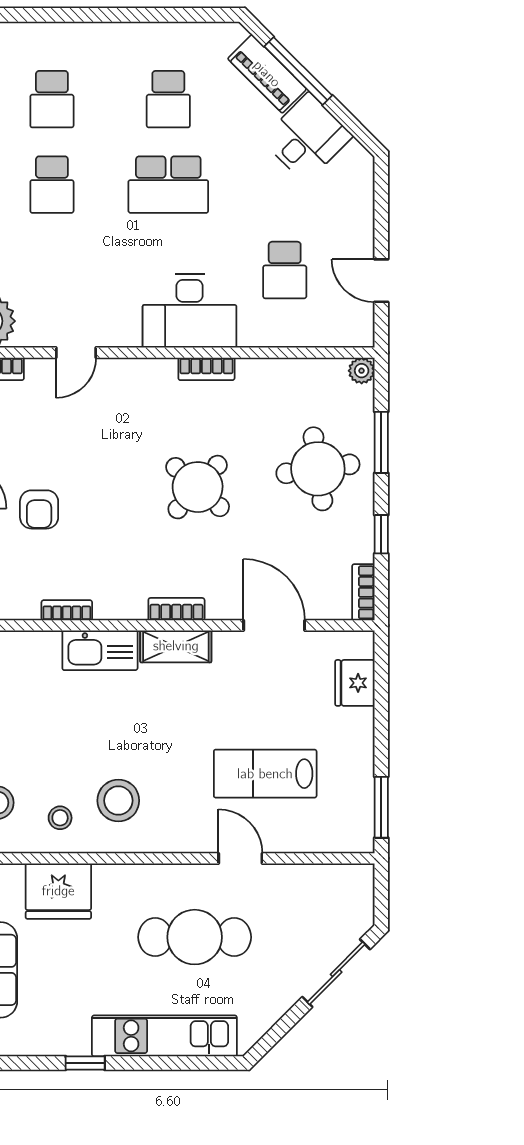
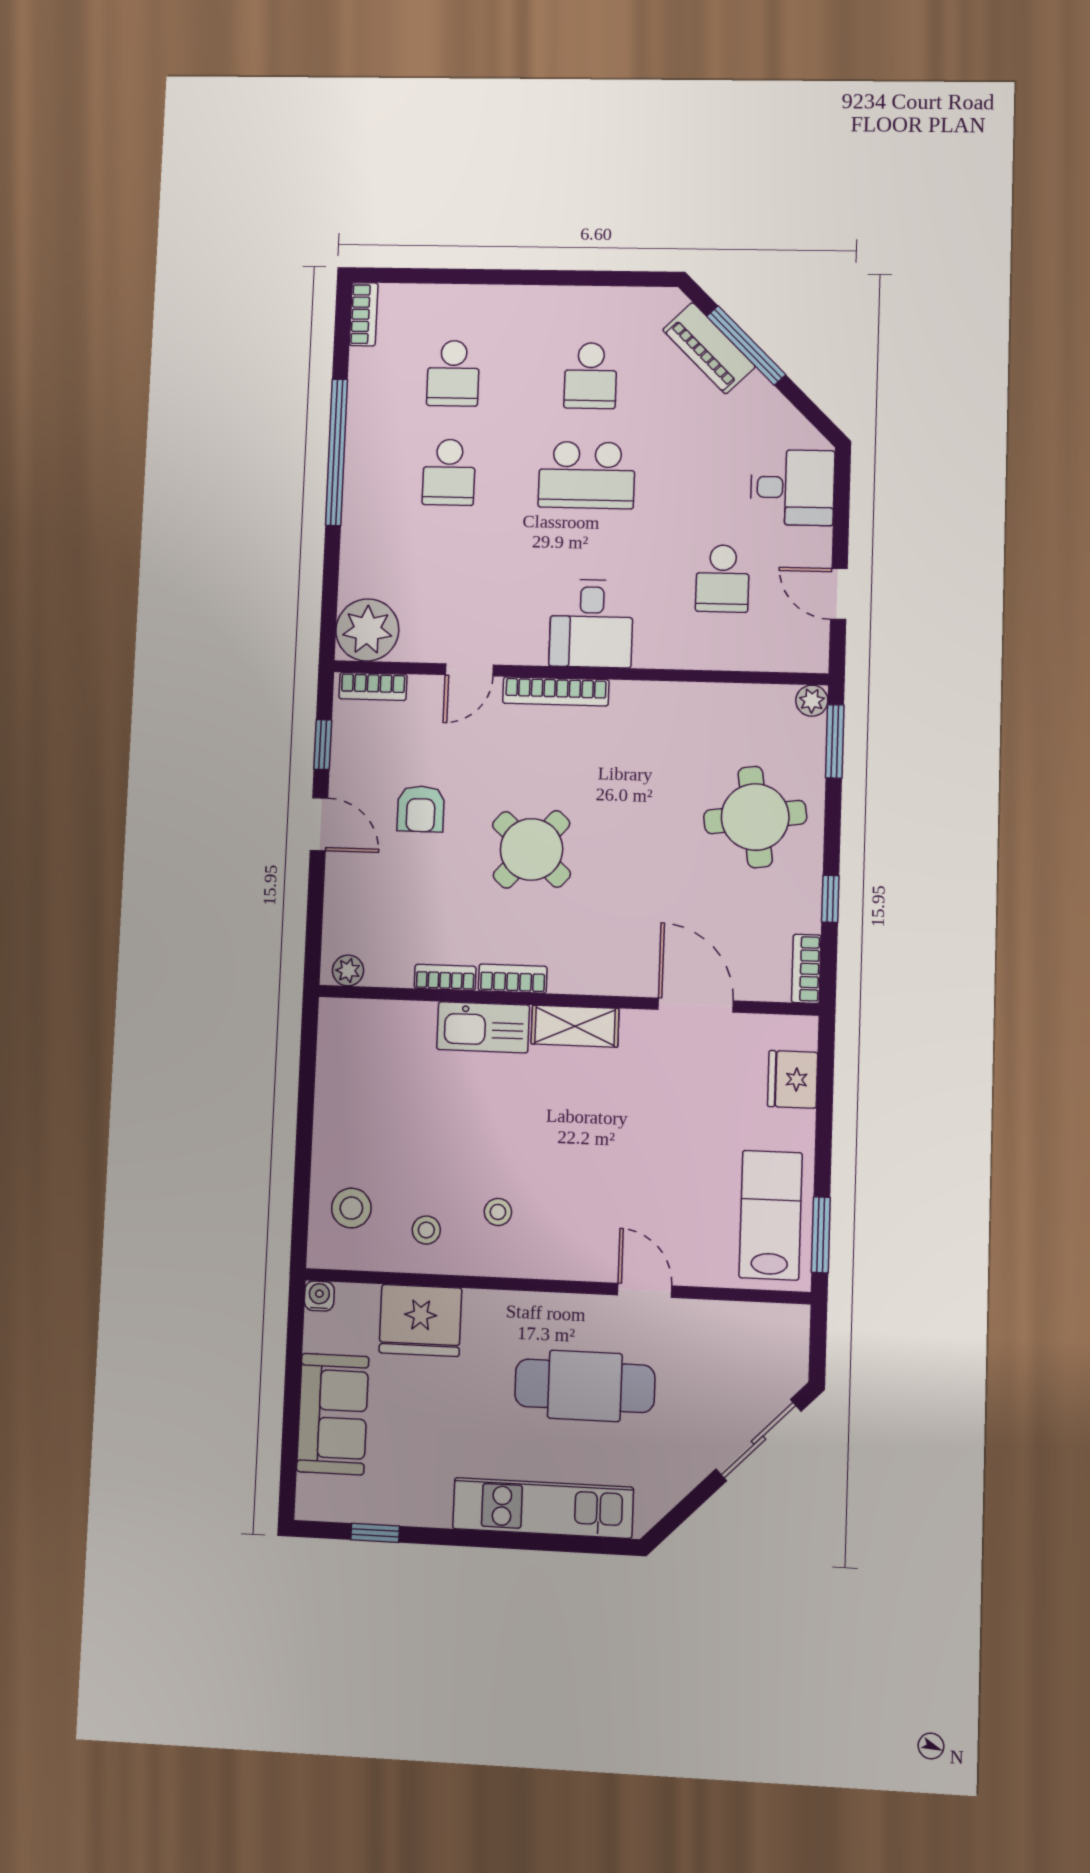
desk: (307, 138) -> (792, 487), moved, turned 45
desk: (190, 311) -> (591, 624), width x0.73
bookcase: (206, 369) -> (556, 691), moved, width x1.56
window: (381, 442) -> (835, 741), moved
round table: (198, 487) -> (531, 849), moved
armchair: (39, 509) -> (421, 809), moved
bookcase: (176, 609) -> (513, 979), moved
lab bench: (265, 774) -> (771, 1215), moved, turned 90
stool: (118, 801) -> (498, 1212), width x0.53, depth x0.53
window: (85, 1063) -> (375, 1533), moved

